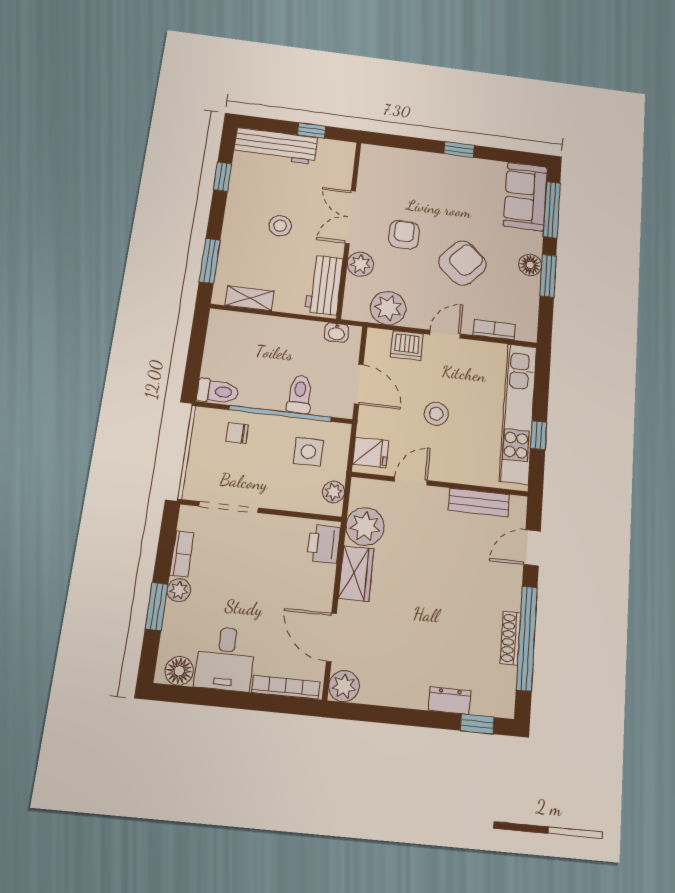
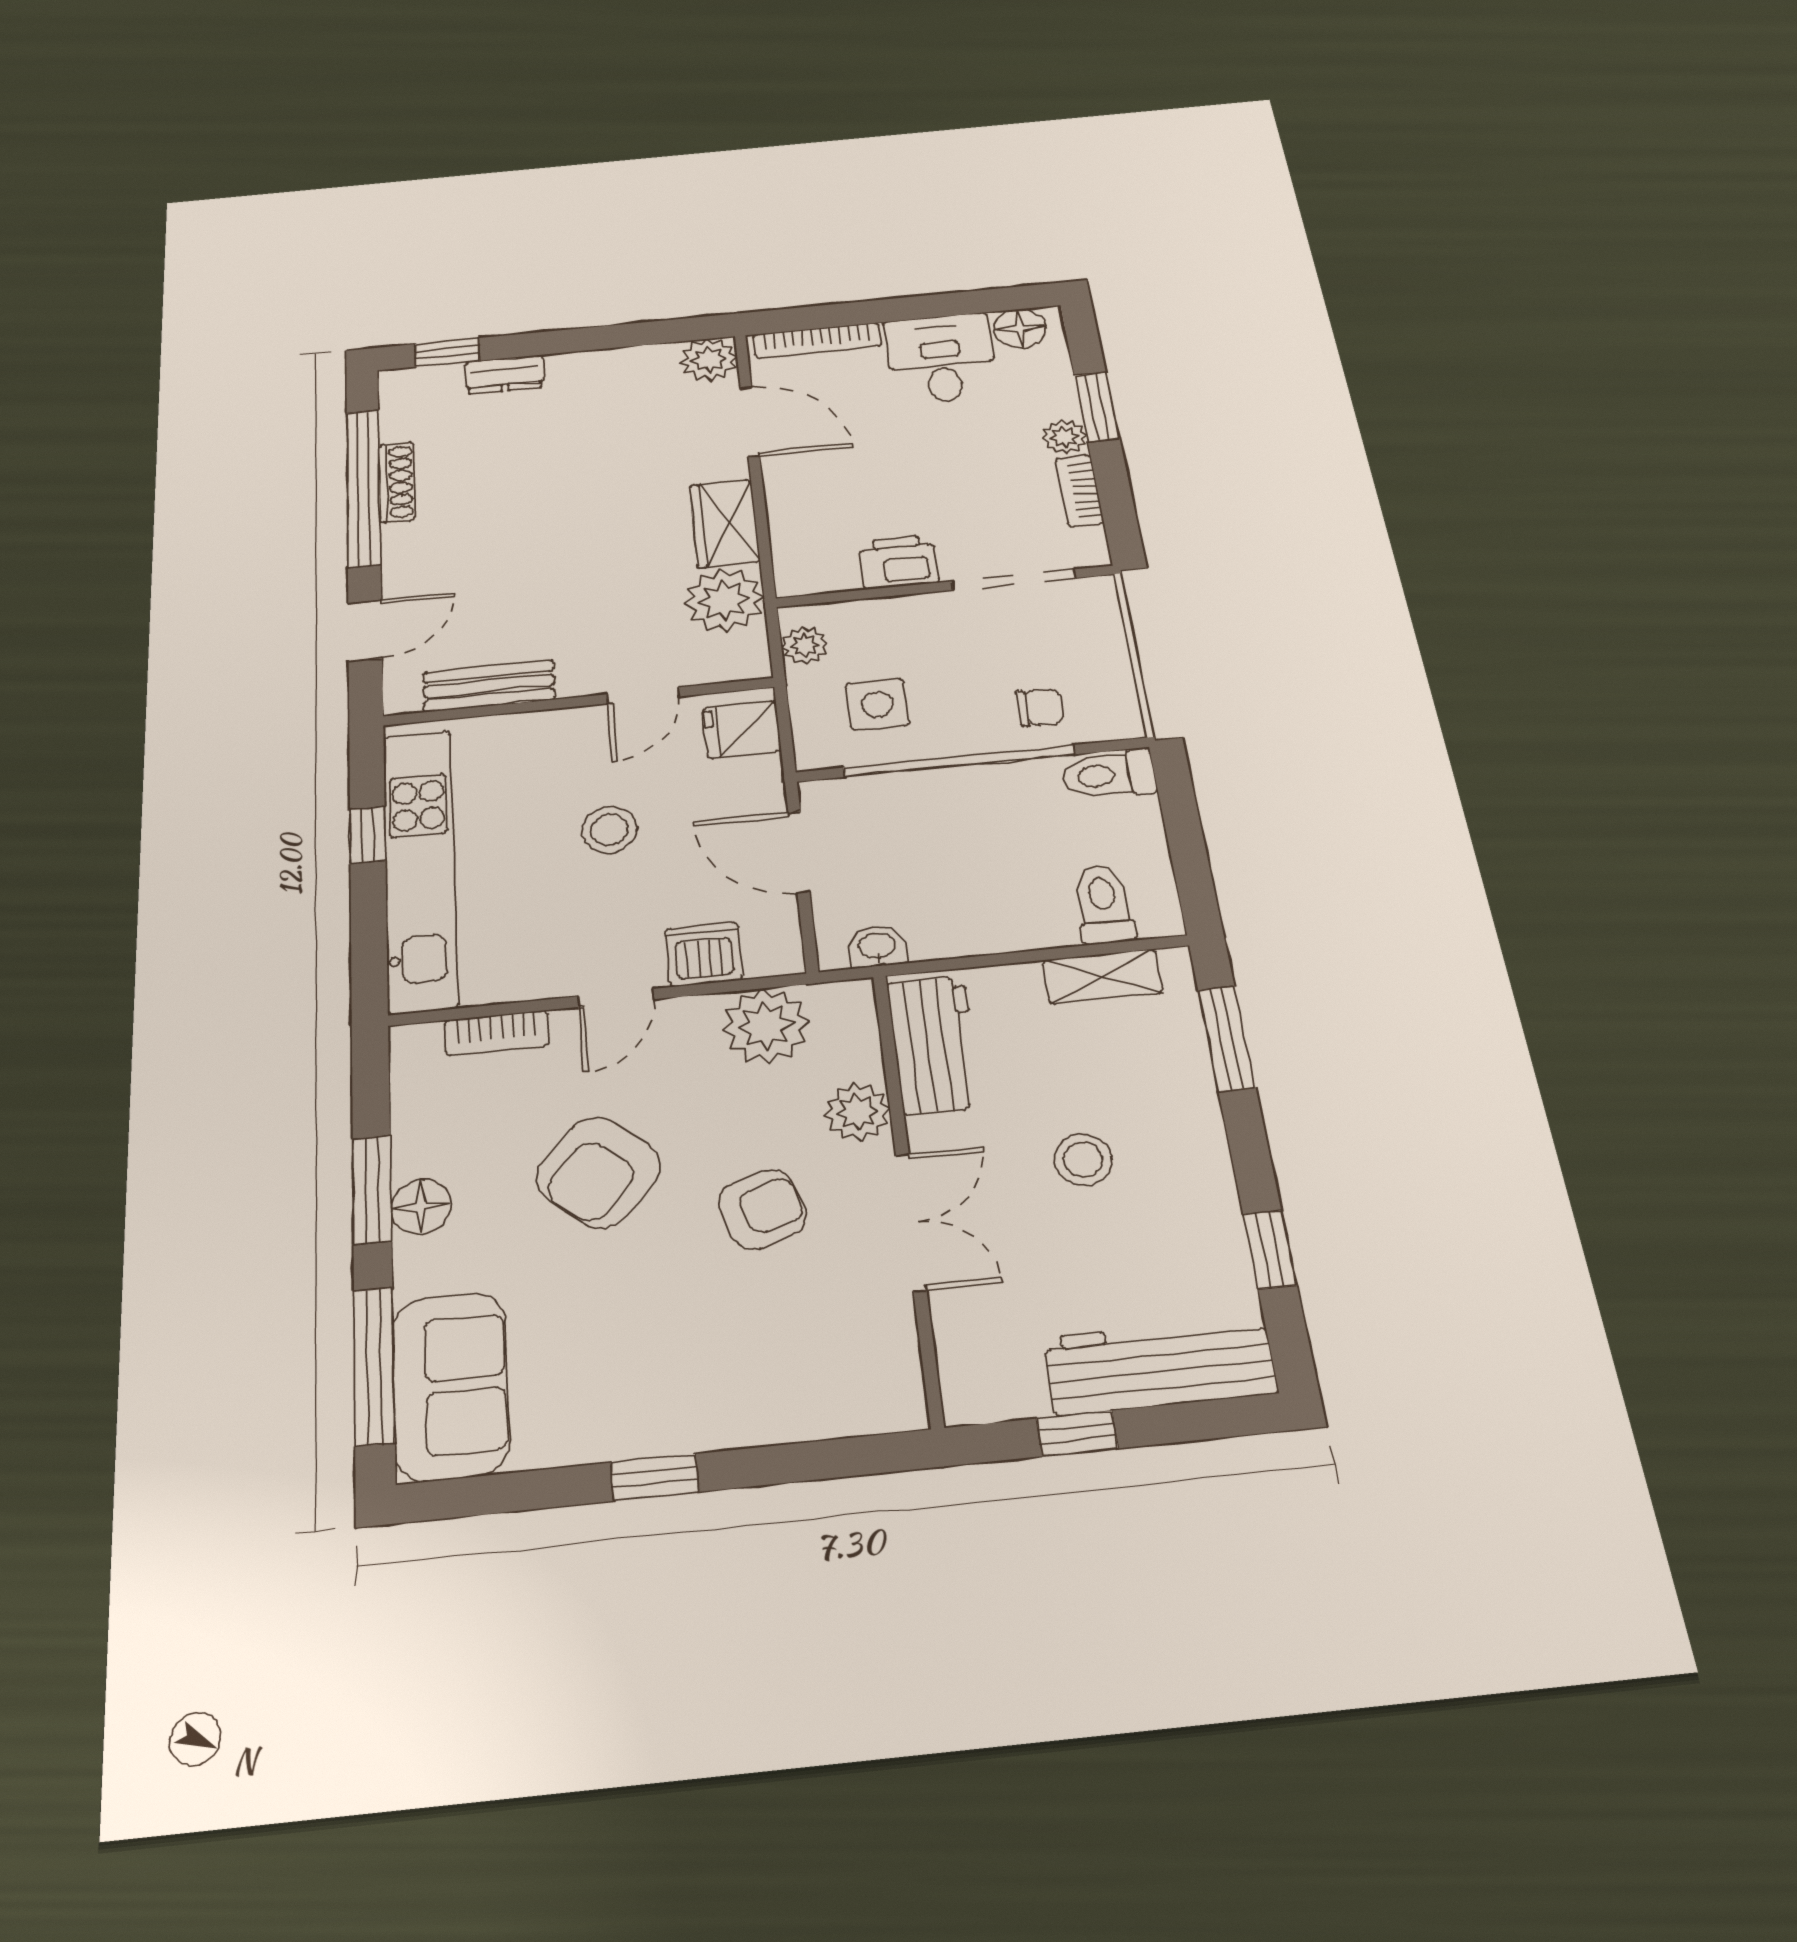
armchair: (404, 235) -> (762, 1209), turned -108
toilet: (300, 394) -> (1104, 904), moved, turned 180
printer: (324, 544) -> (899, 562), moved, turned -90

